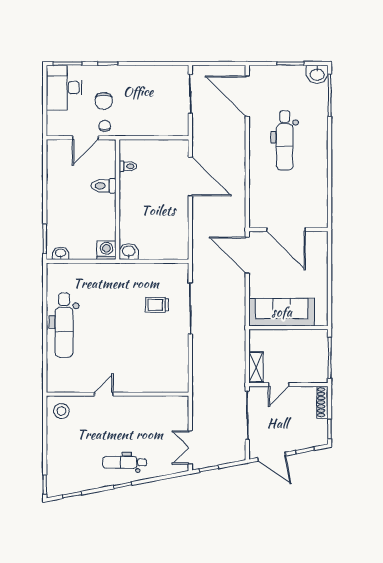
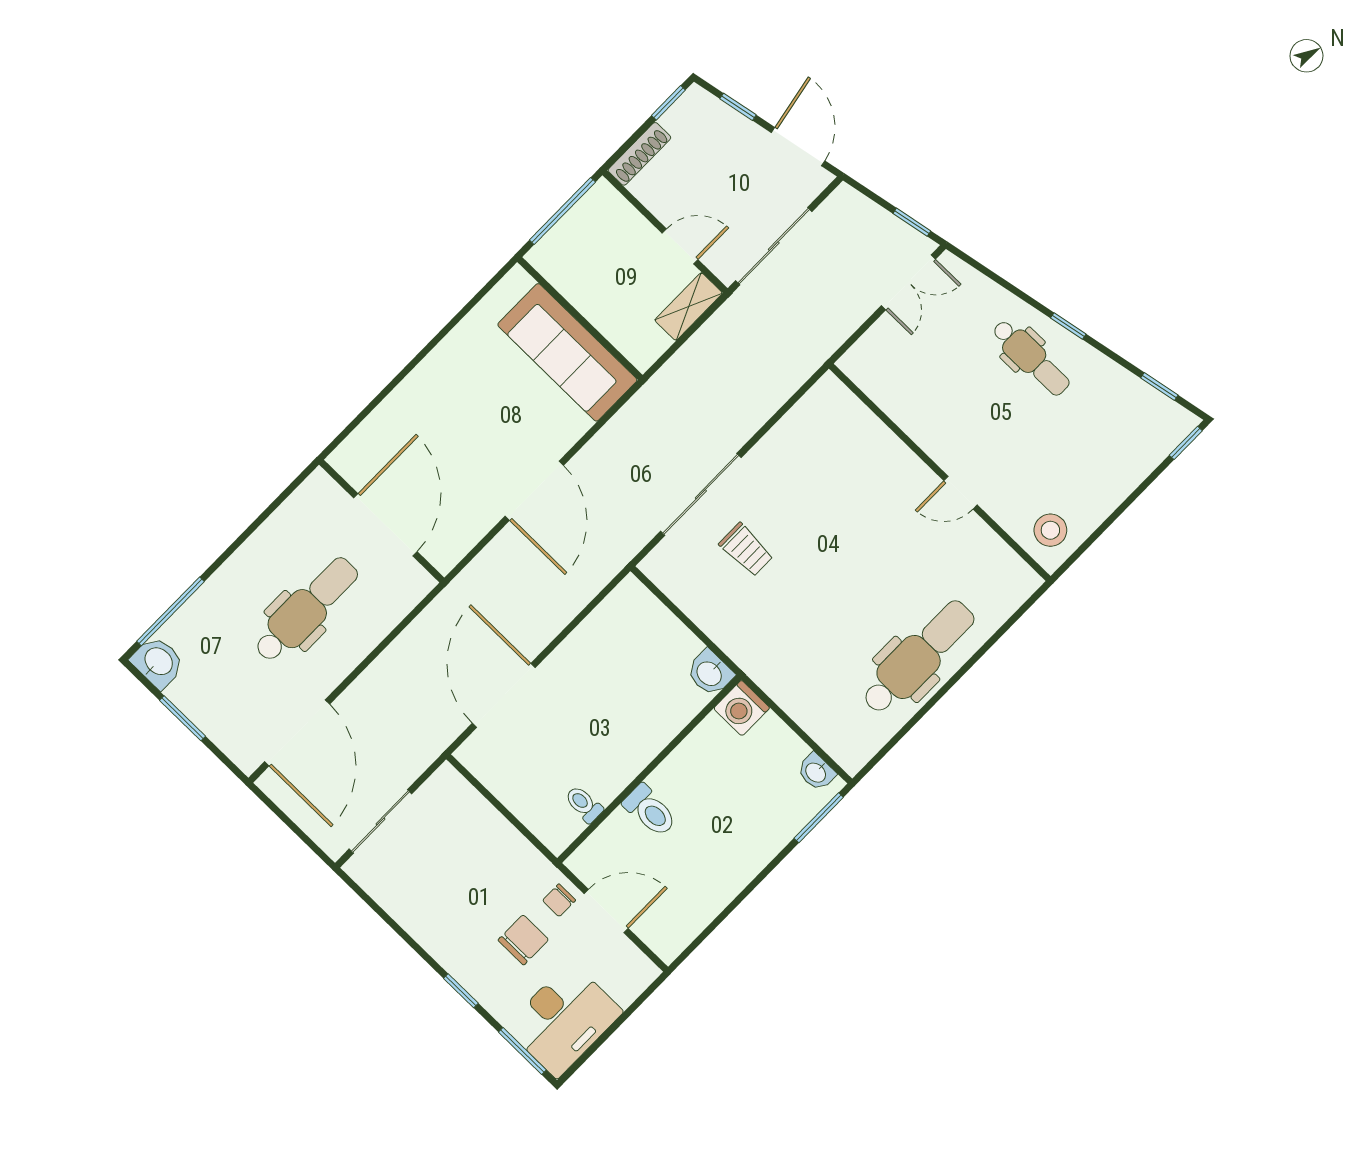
door: (286, 230) -> (385, 525), moved
wall: (288, 230) -> (382, 521), moved

